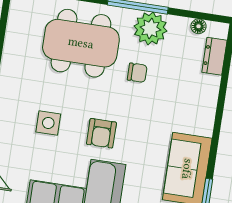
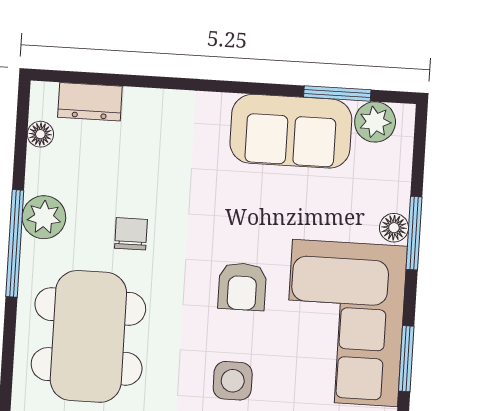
plant: (150, 28) -> (44, 217), width x0.73, depth x0.73
armchair: (101, 133) -> (242, 286), turned 90

